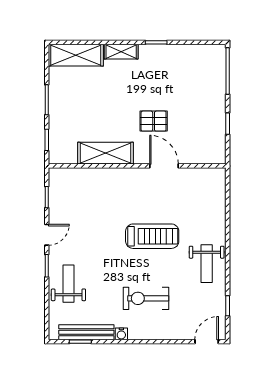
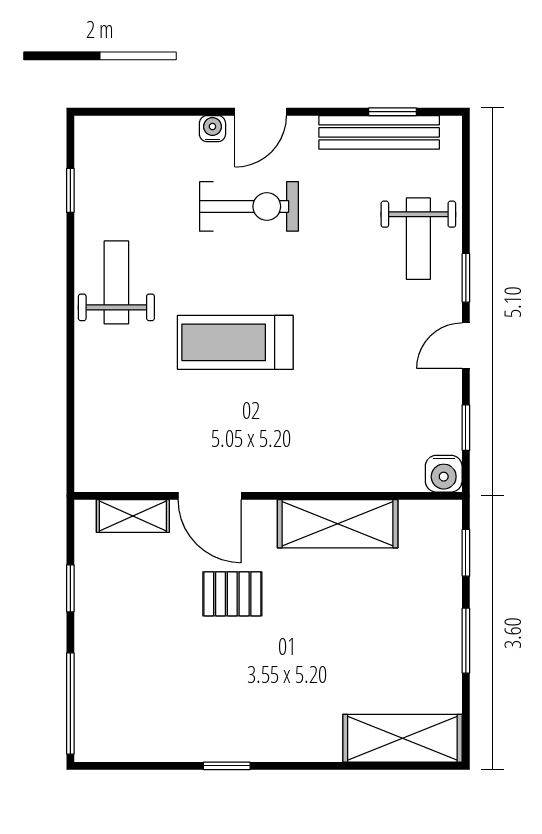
shelving: (121, 52) -> (133, 516), moved
water cooler: (57, 176) -> (444, 474), added
water cooler: (121, 334) -> (212, 129), moved
door: (207, 342) -> (261, 112), moved

